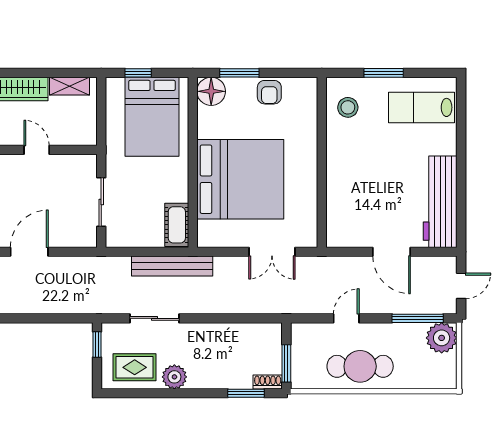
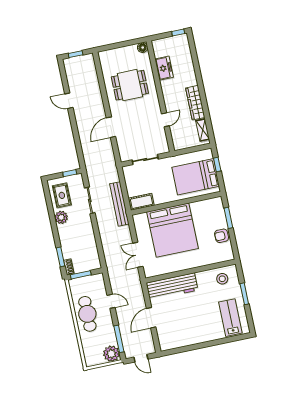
floor lamp: (211, 91) -> (216, 205), removed
workbench: (440, 202) -> (172, 286), moved, turned 180
door: (29, 252) -> (111, 127), swing flipped

